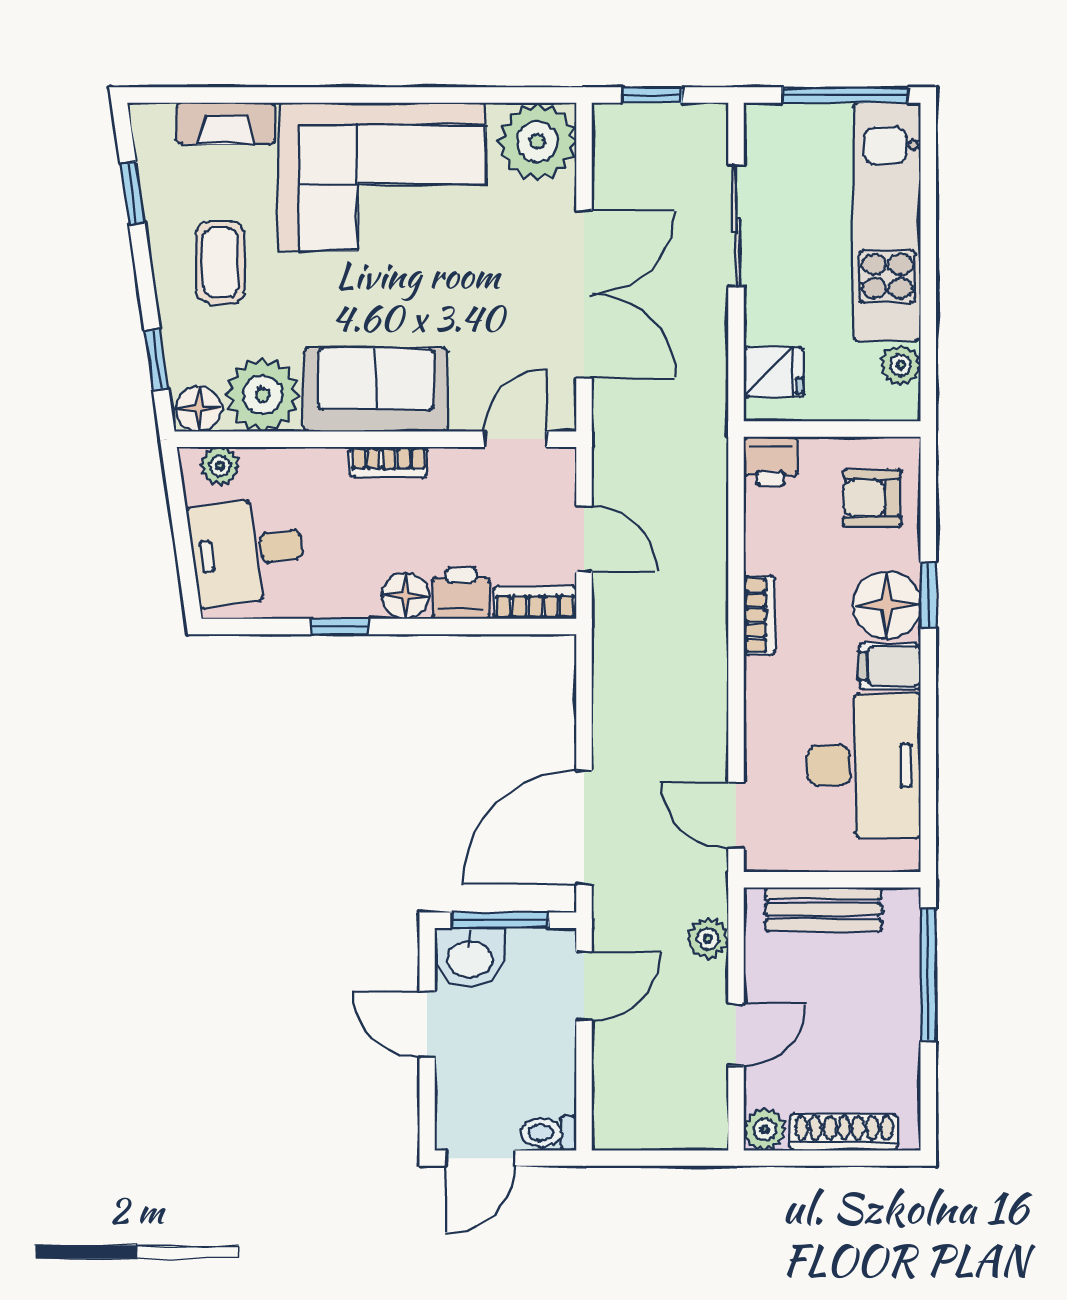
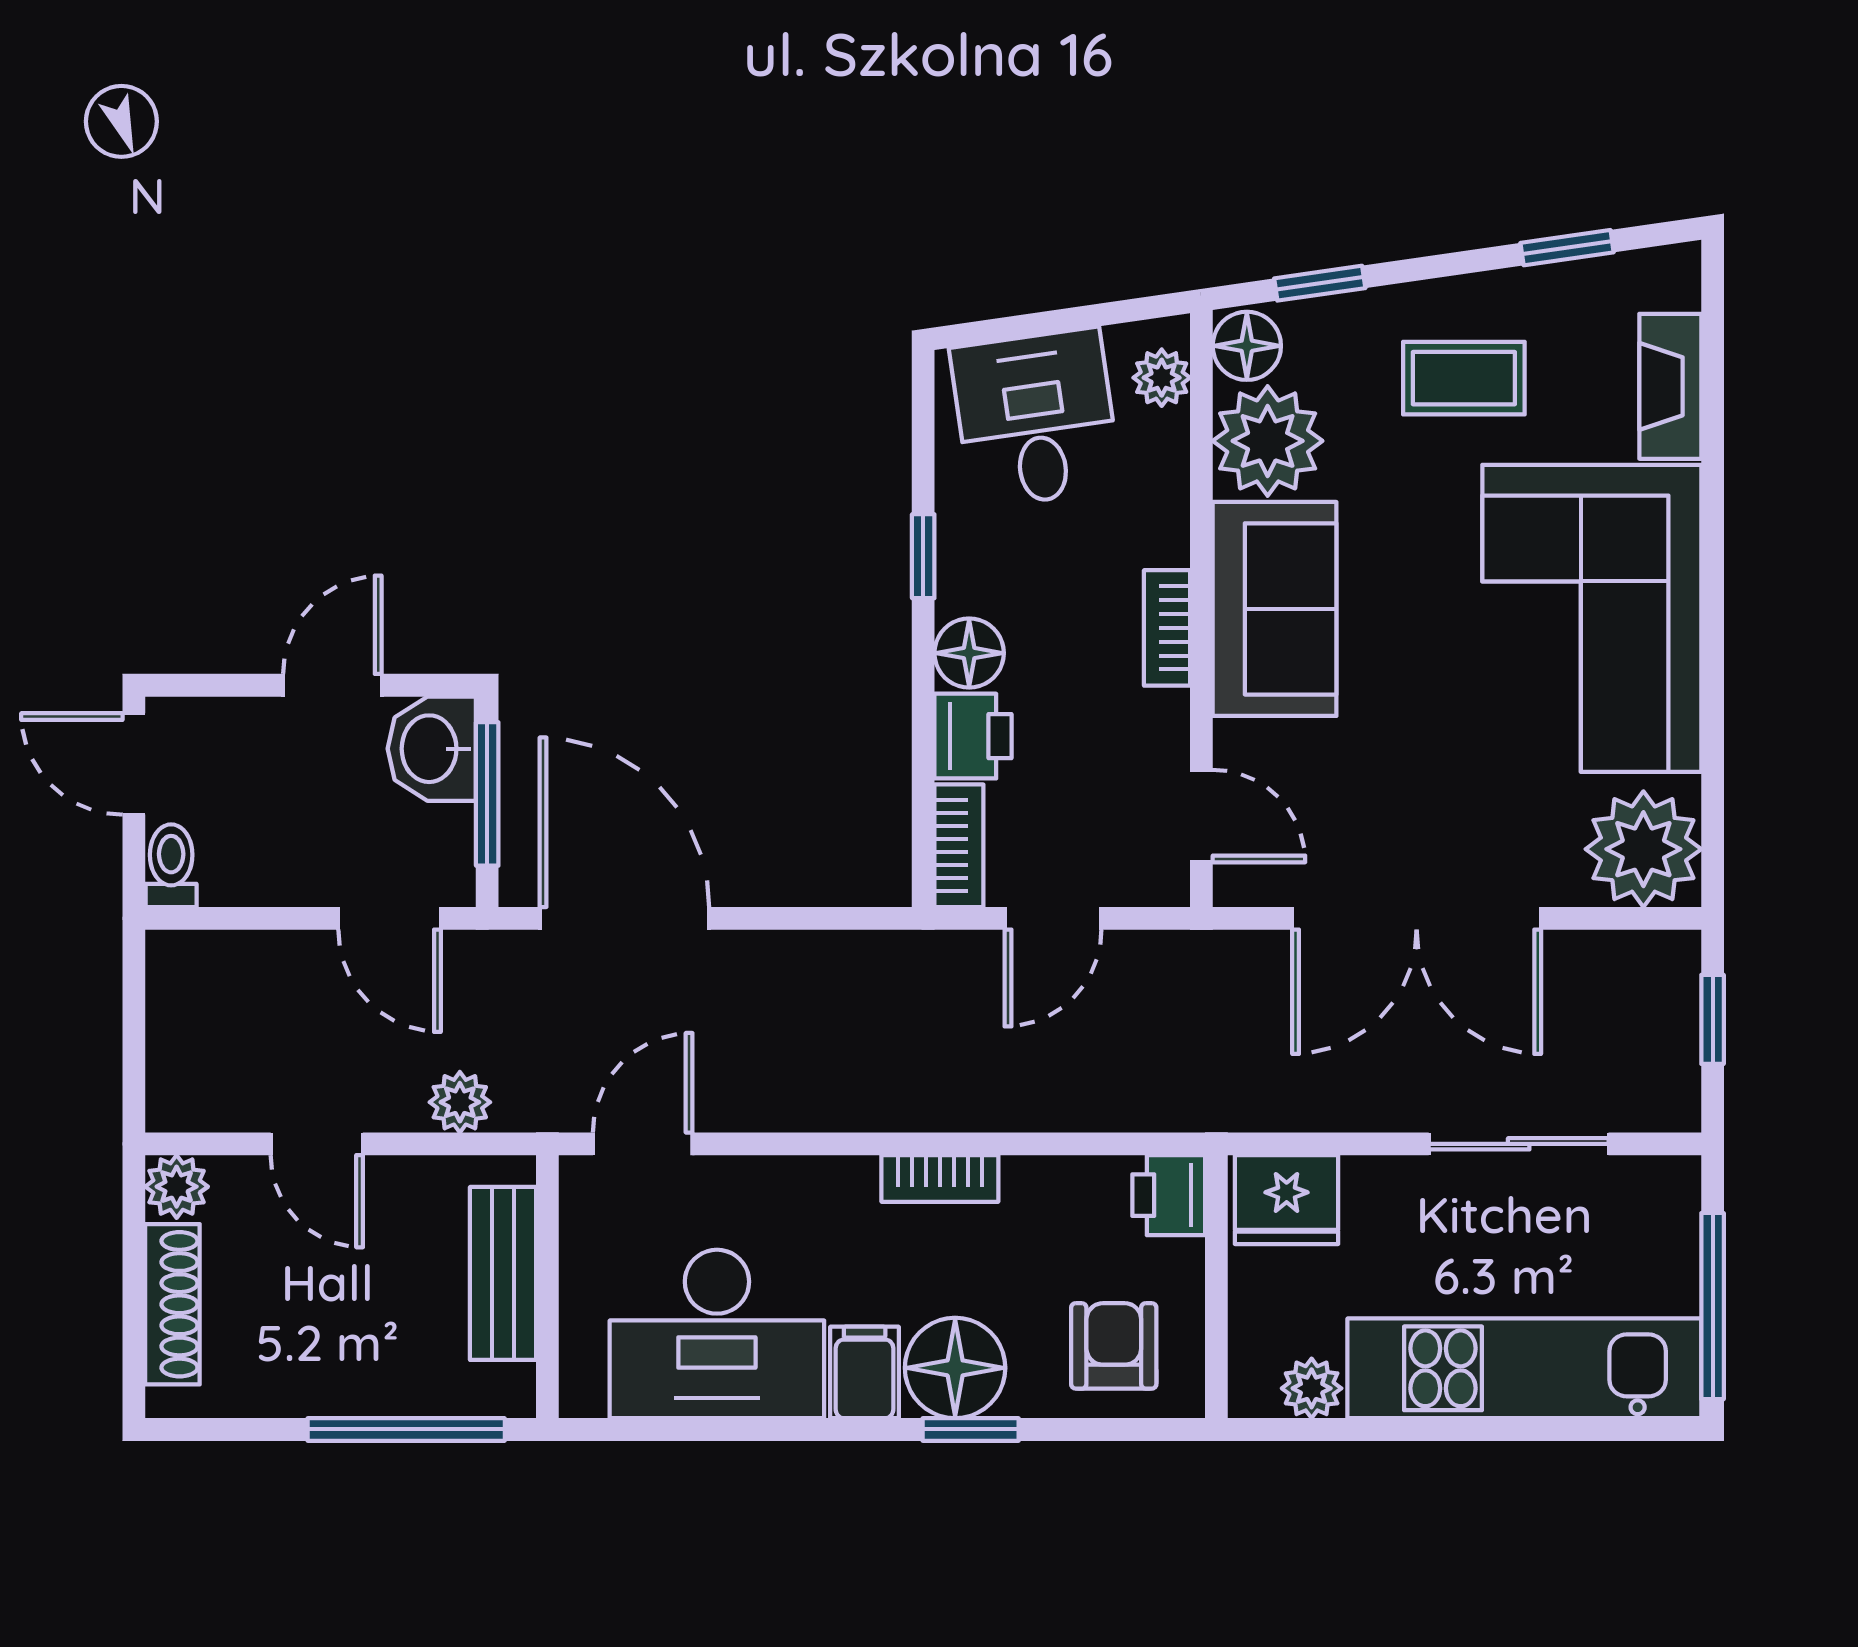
fridge: (774, 372) -> (1287, 1200), width x1.38

